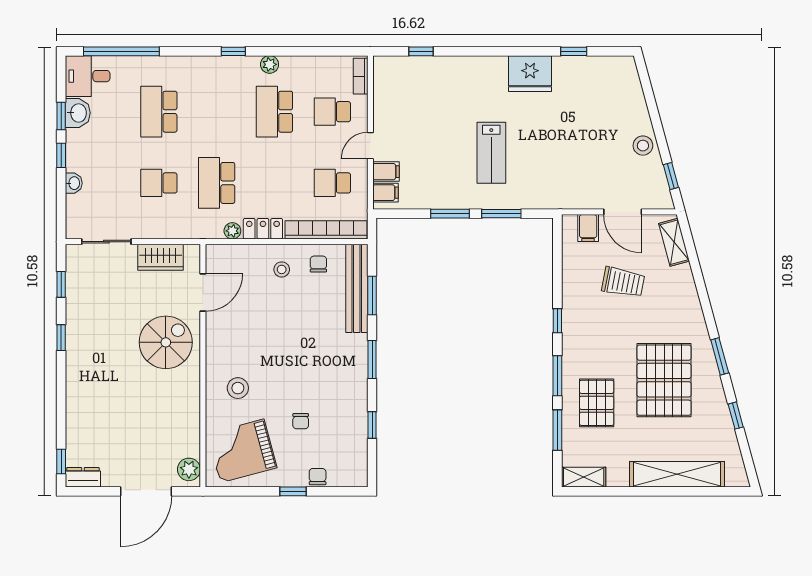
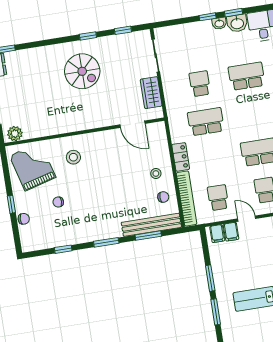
washbasin: (74, 183) -> (219, 23), moved
plant: (232, 231) -> (176, 137), removed
spiral stairs: (166, 342) -> (82, 71), moved

